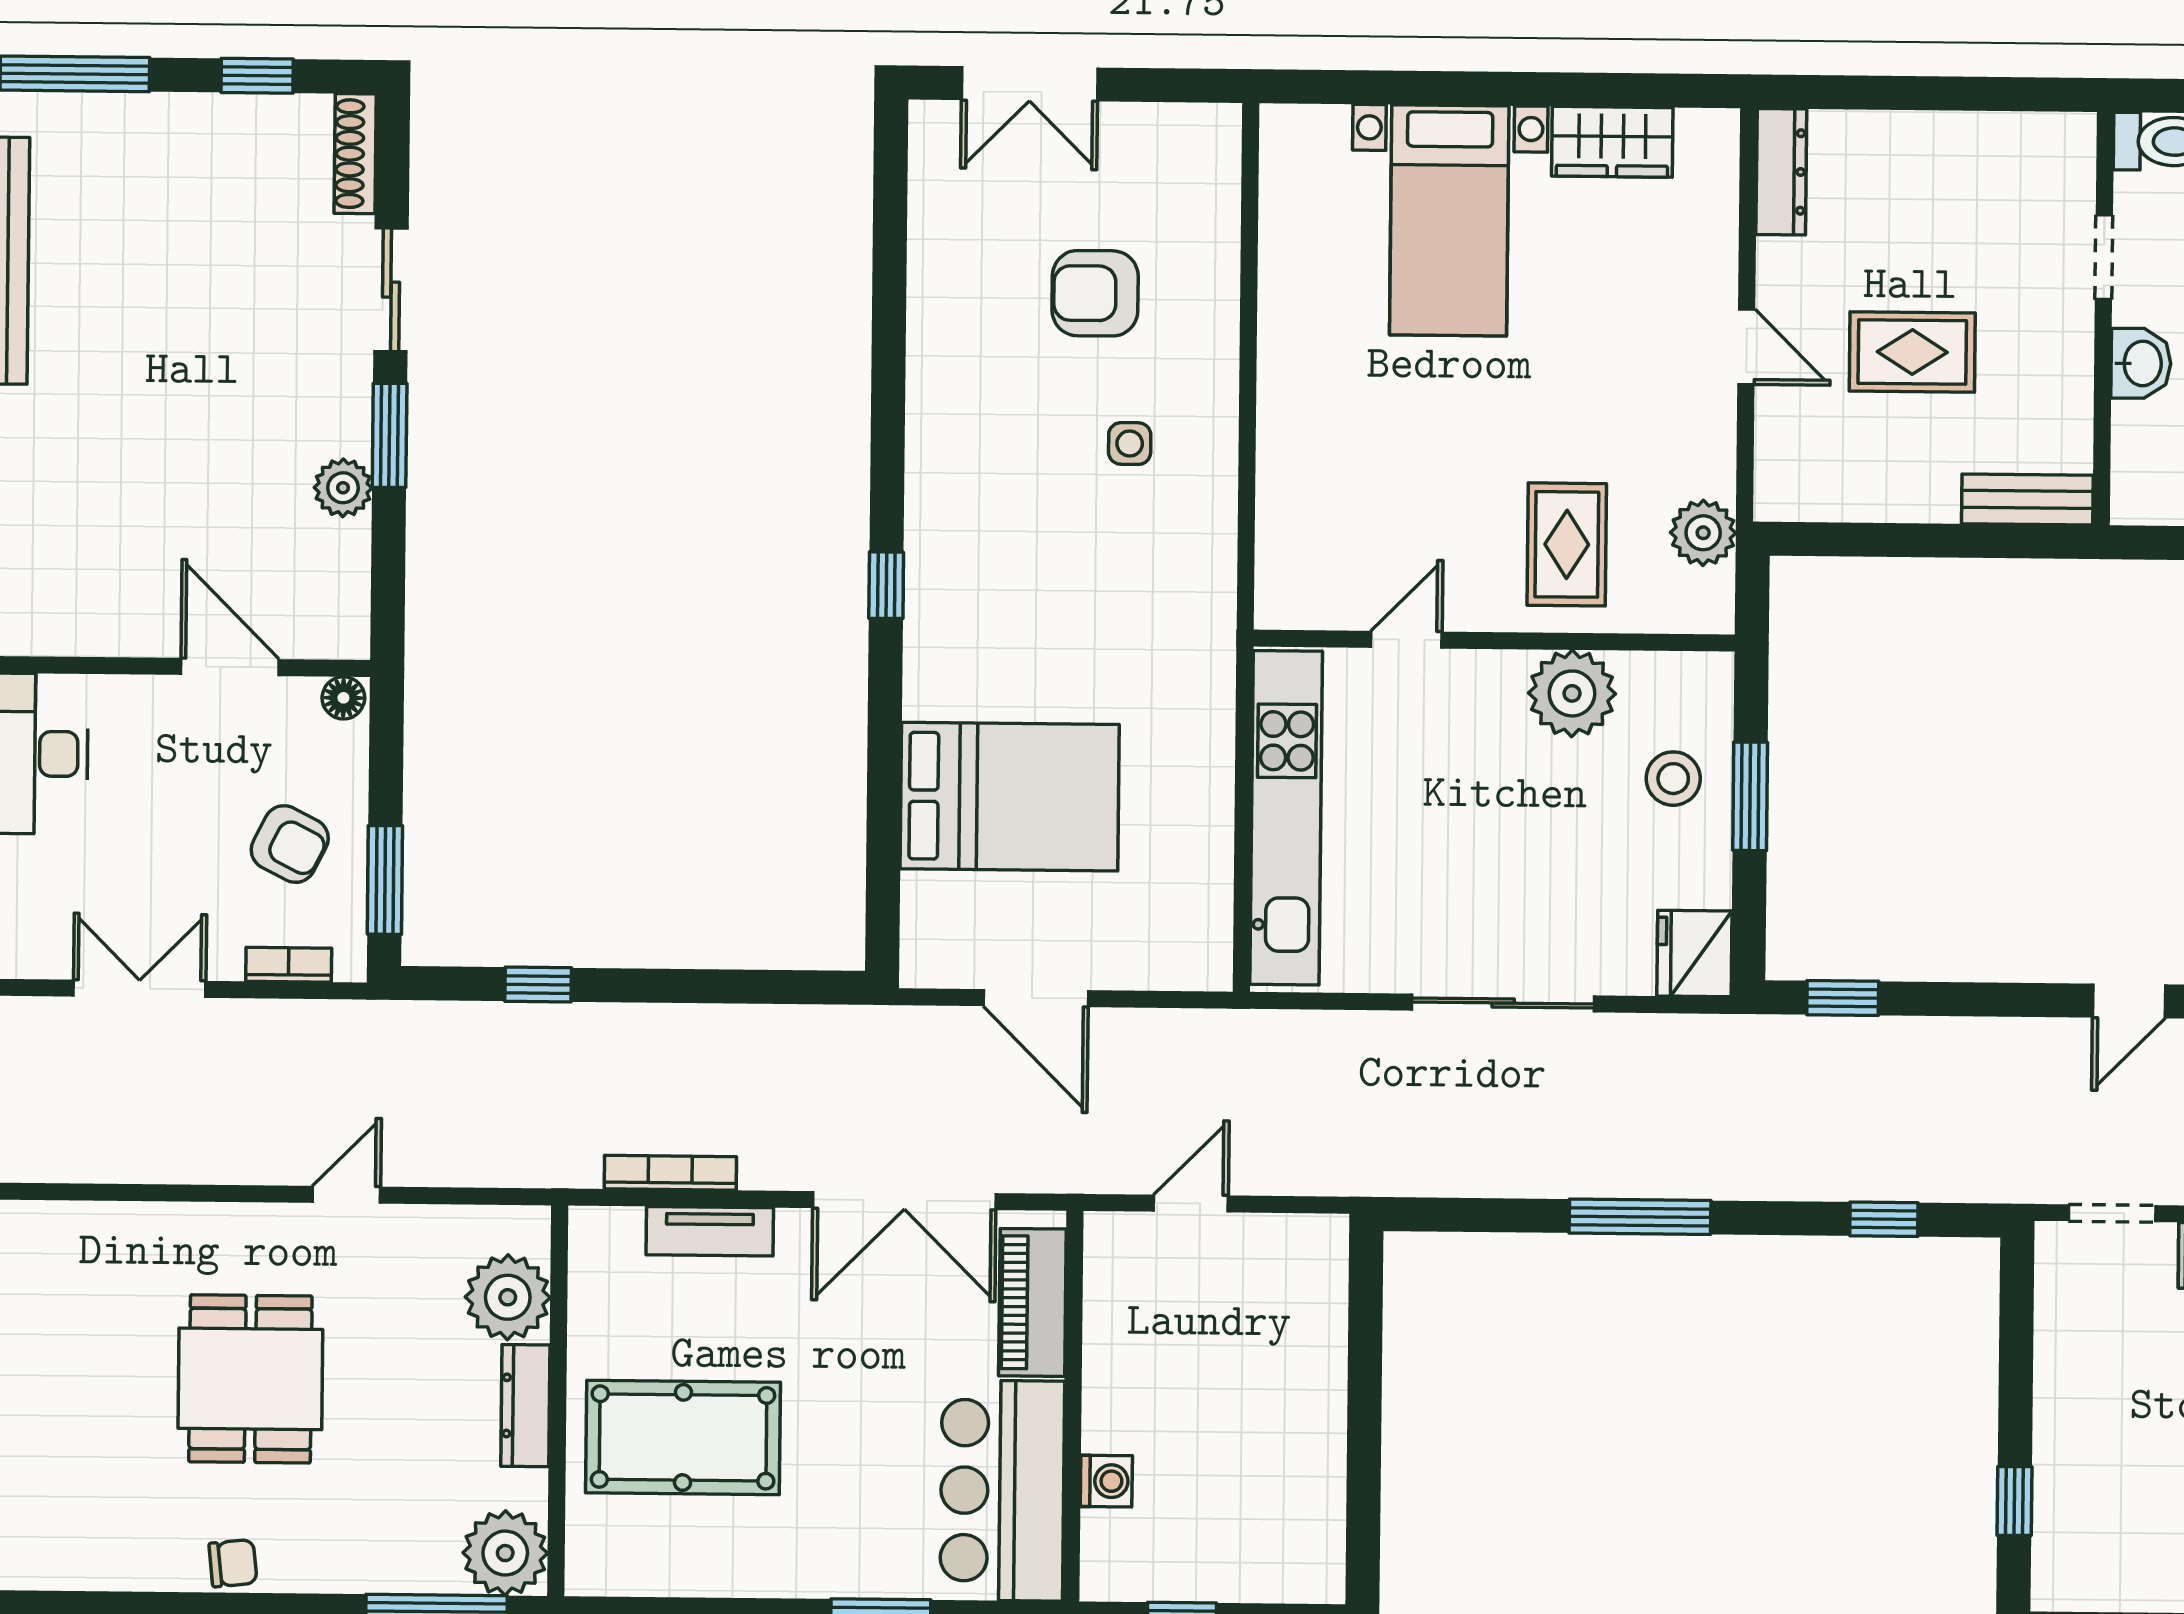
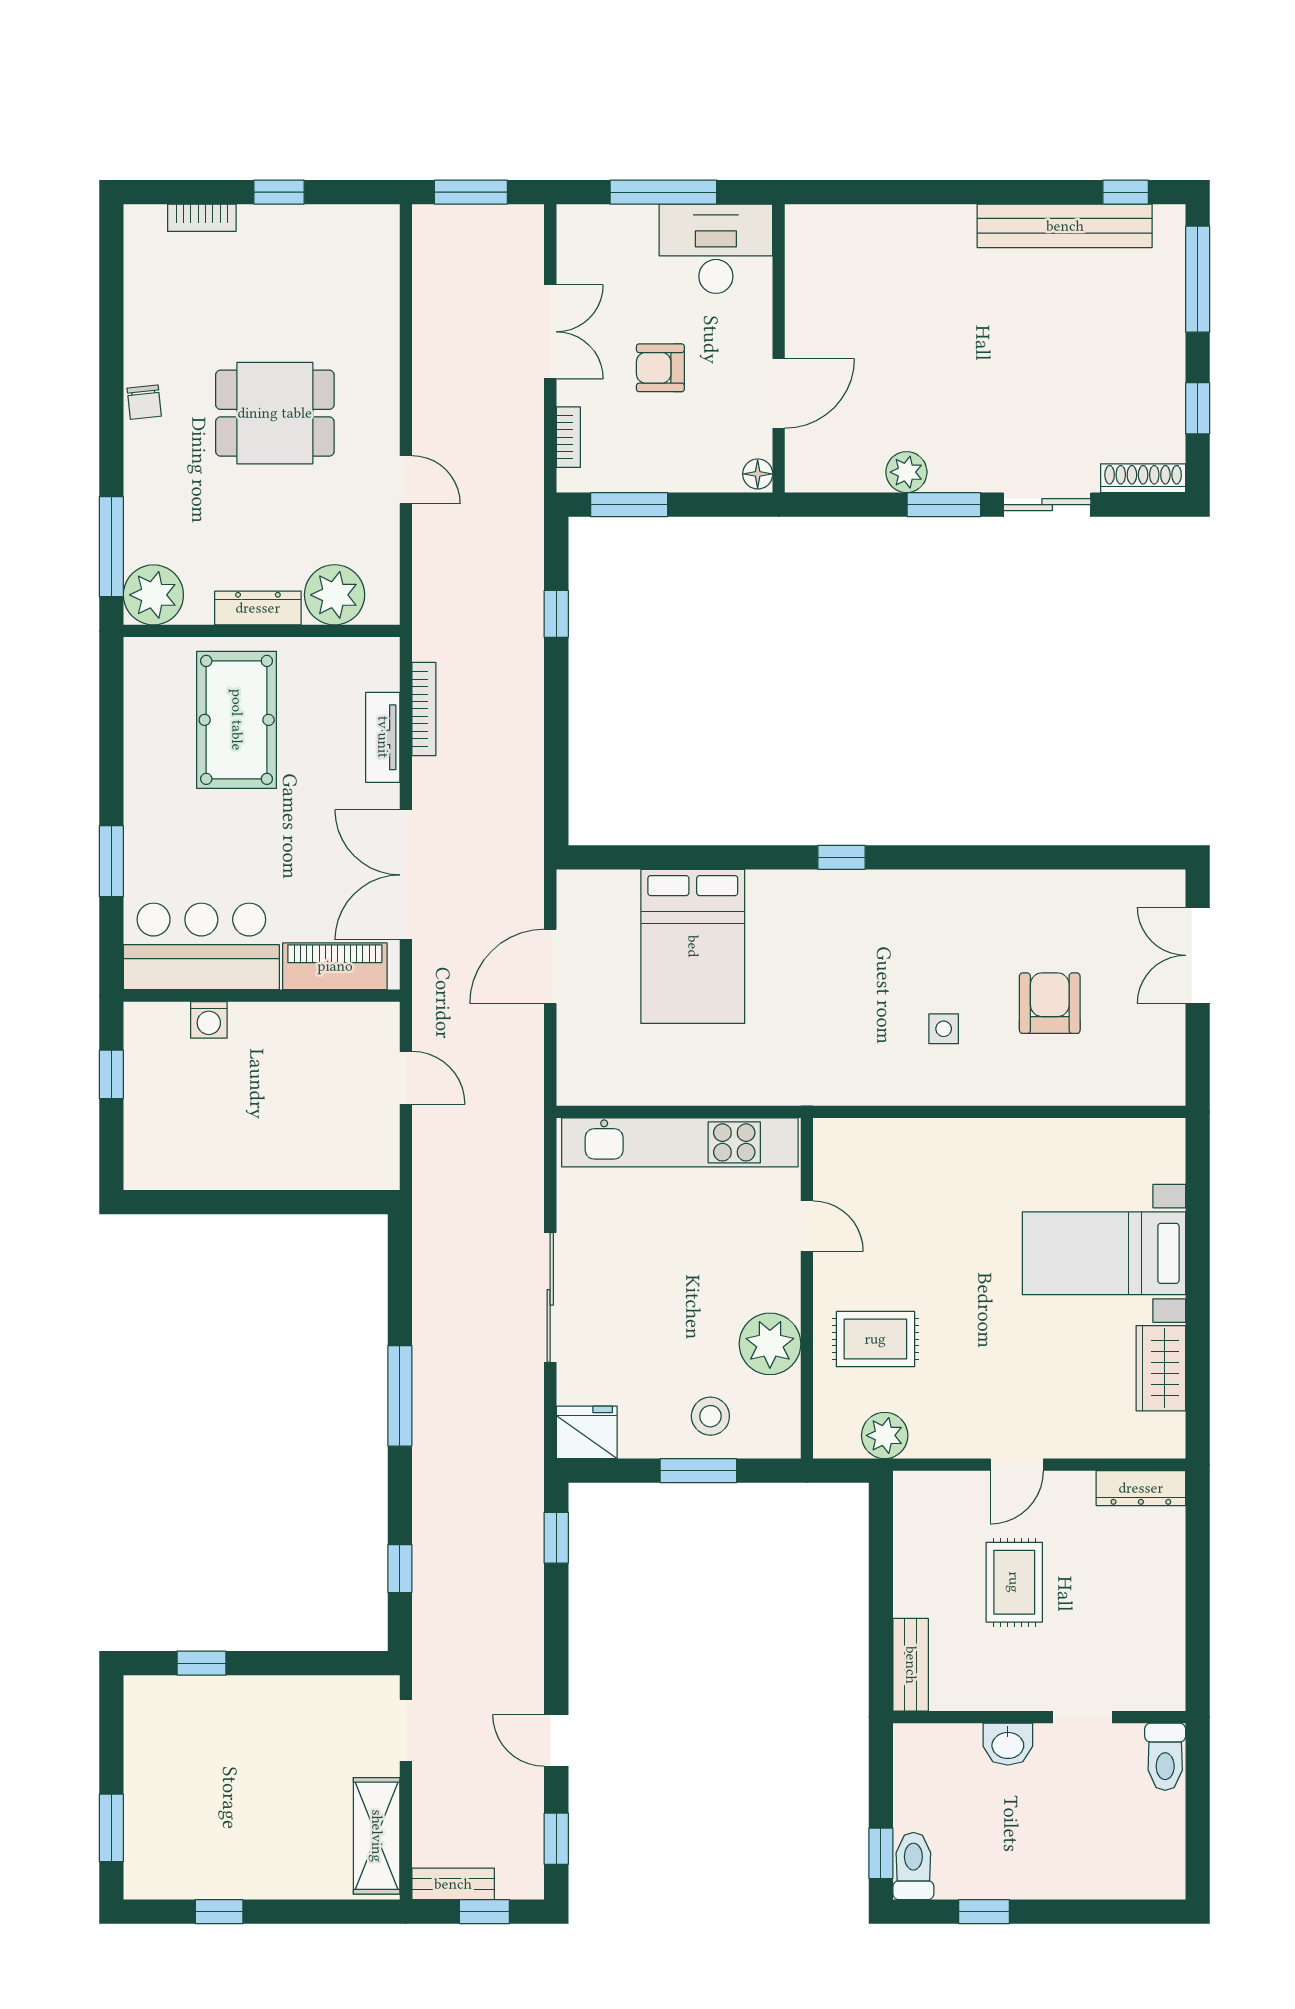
armchair: (290, 844) -> (660, 368), moved, turned 63

